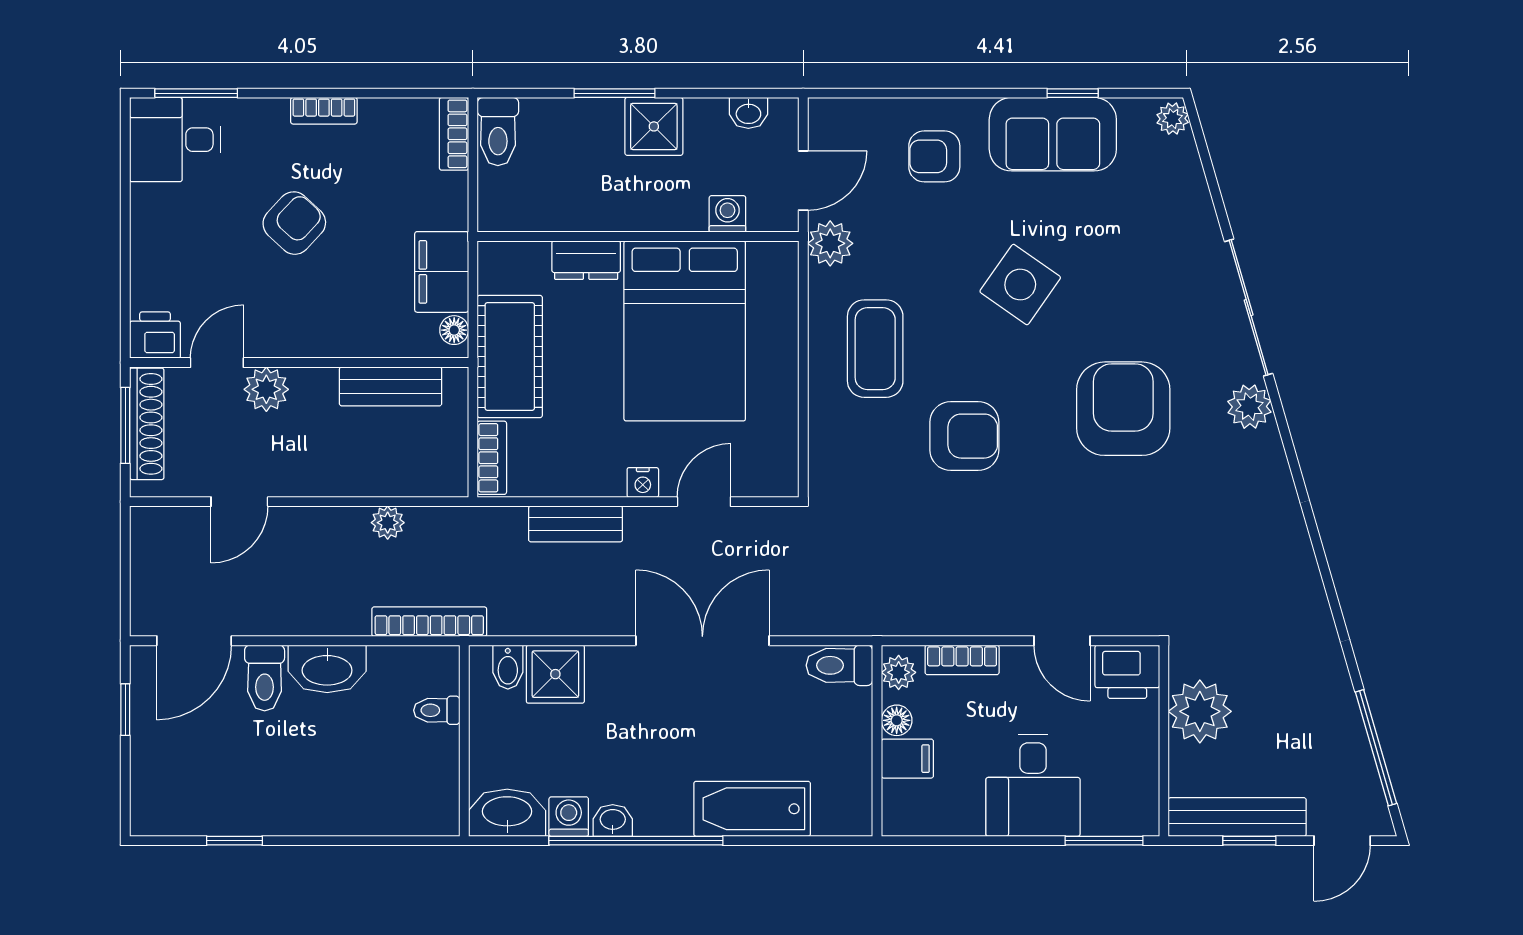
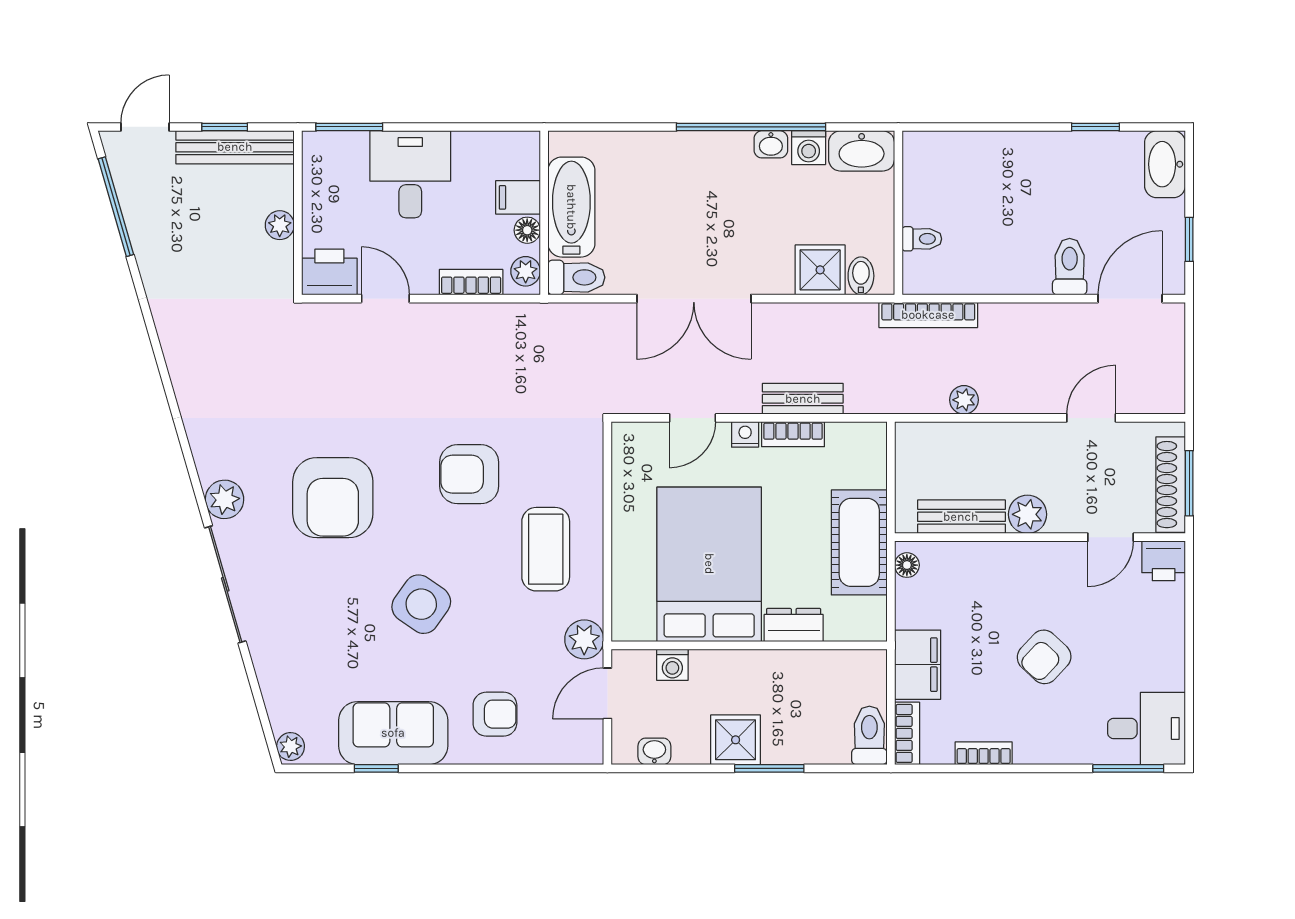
bookcase: (324, 111) -> (984, 753), moved
filing cabinet: (442, 272) -> (918, 665), moved
plant: (266, 389) -> (1027, 514), moved
bookcase: (492, 458) -> (793, 434), moved, turned -90
washbasin: (327, 669) -> (1165, 164), moved, turned -90
plant: (1200, 711) -> (280, 225), width x0.53, depth x0.53
bathtub: (752, 809) -> (571, 207), moved, turned -90

